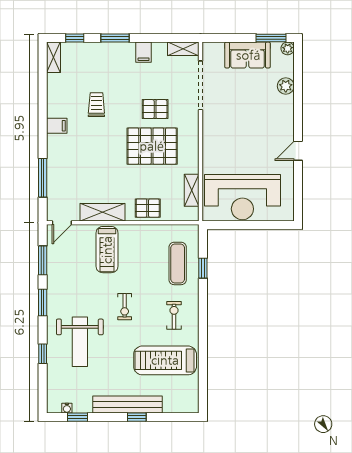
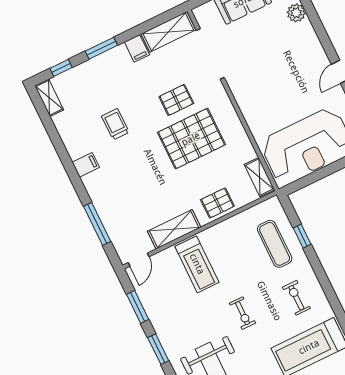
shelving: (183, 49) -> (168, 32), width x1.50, depth x1.33
shelving: (192, 190) -> (259, 177), moved

